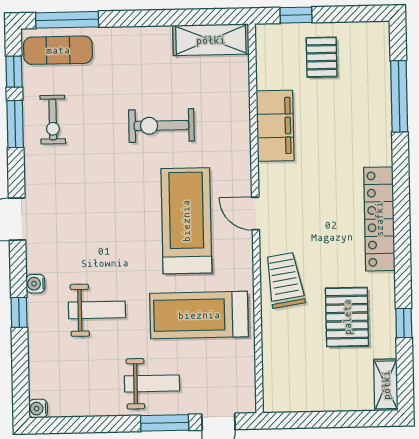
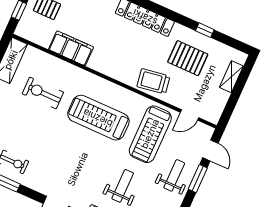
exercise bike: (161, 126) -> (43, 93), moved, turned 90
door: (256, 213) -> (189, 115), moved
shelving: (386, 385) -> (231, 77), moved, turned 90

